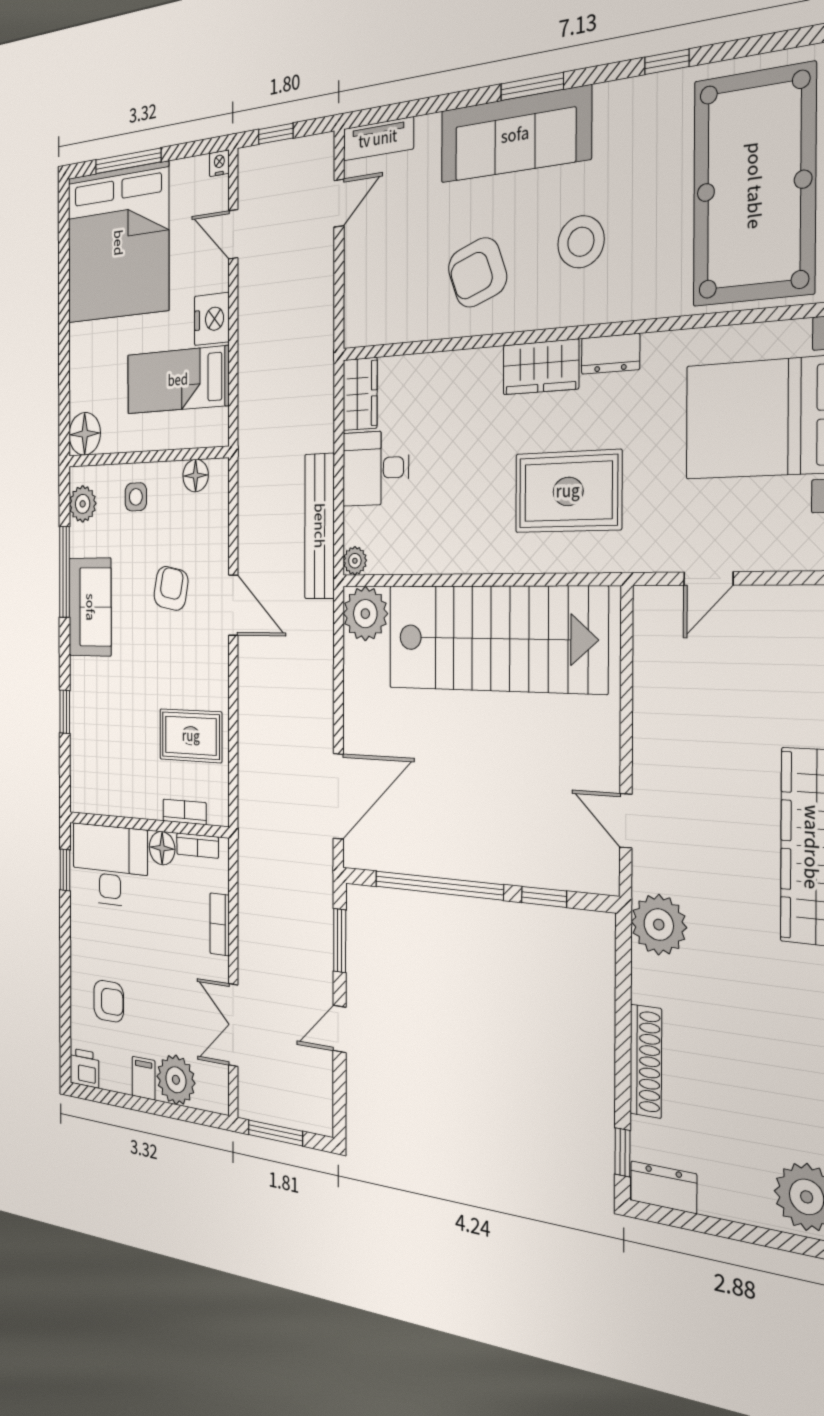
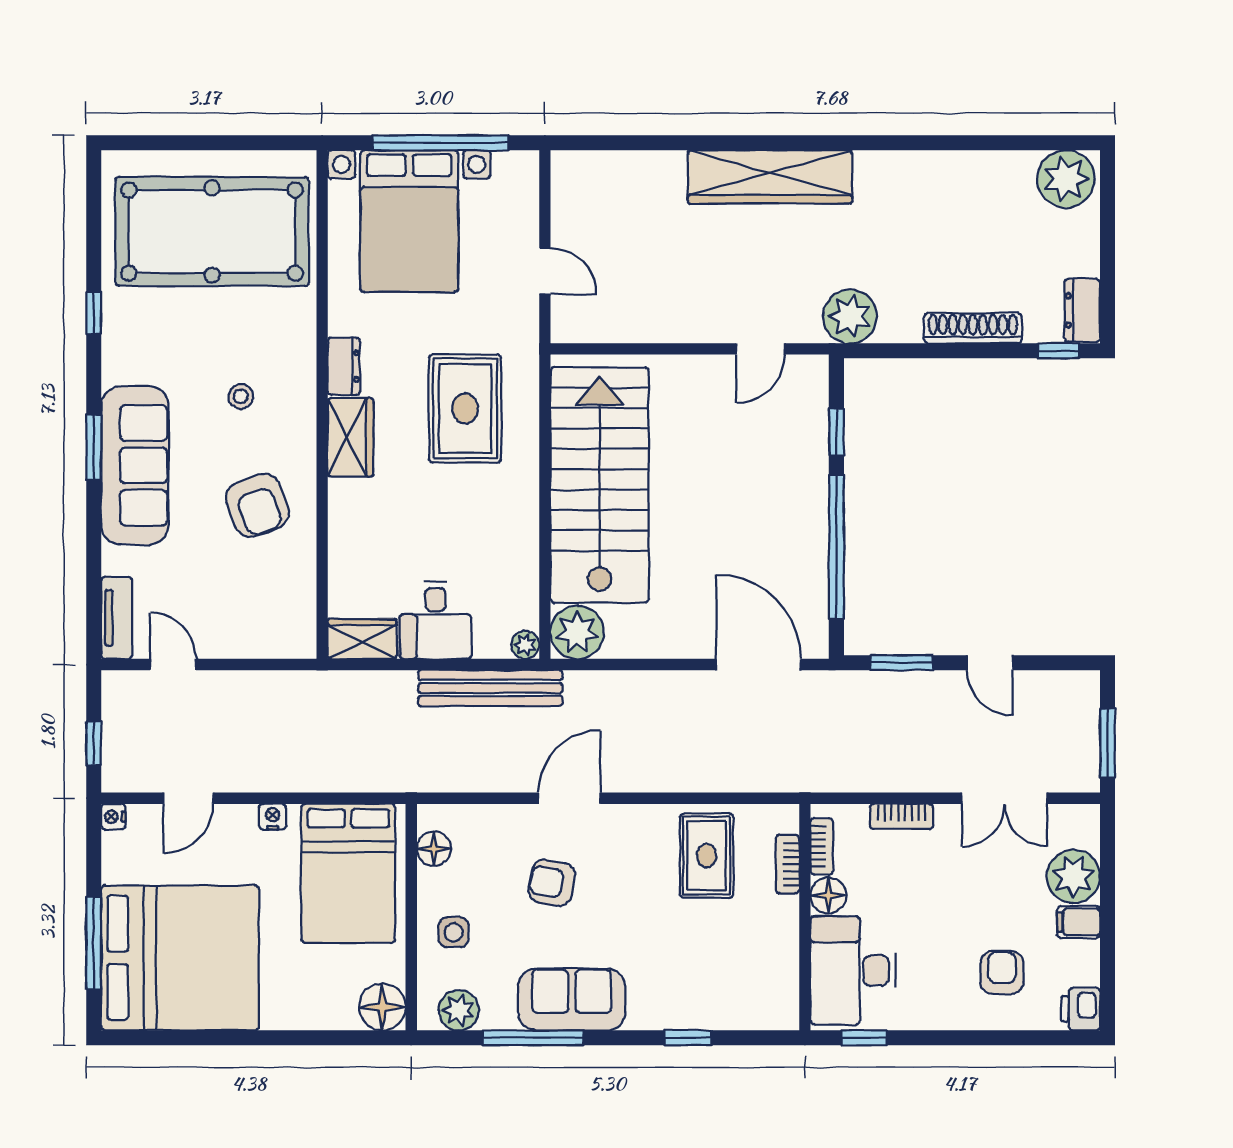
stool: (581, 242) -> (241, 396), width x0.53, depth x0.53
nightstand: (212, 319) -> (273, 817), width x0.53, depth x0.56
bed: (178, 380) -> (348, 873), width x1.50

